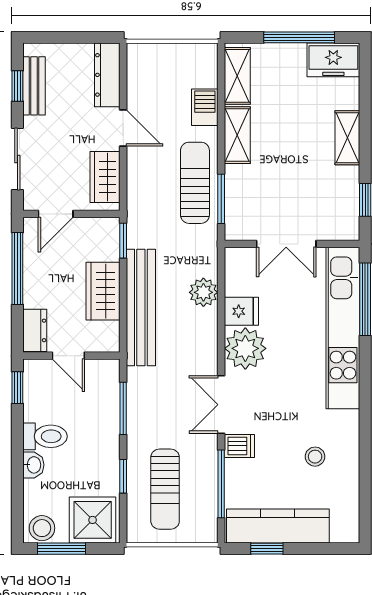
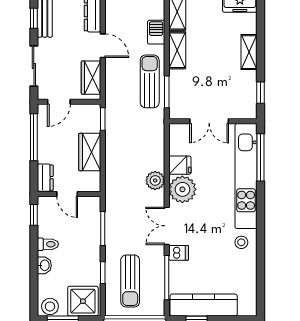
plant: (203, 292) -> (155, 180), moved
bench: (141, 308) -> (114, 163), removed
toilet: (45, 436) -> (48, 244), width x0.73, depth x0.72
stool: (315, 457) -> (241, 242), moved

